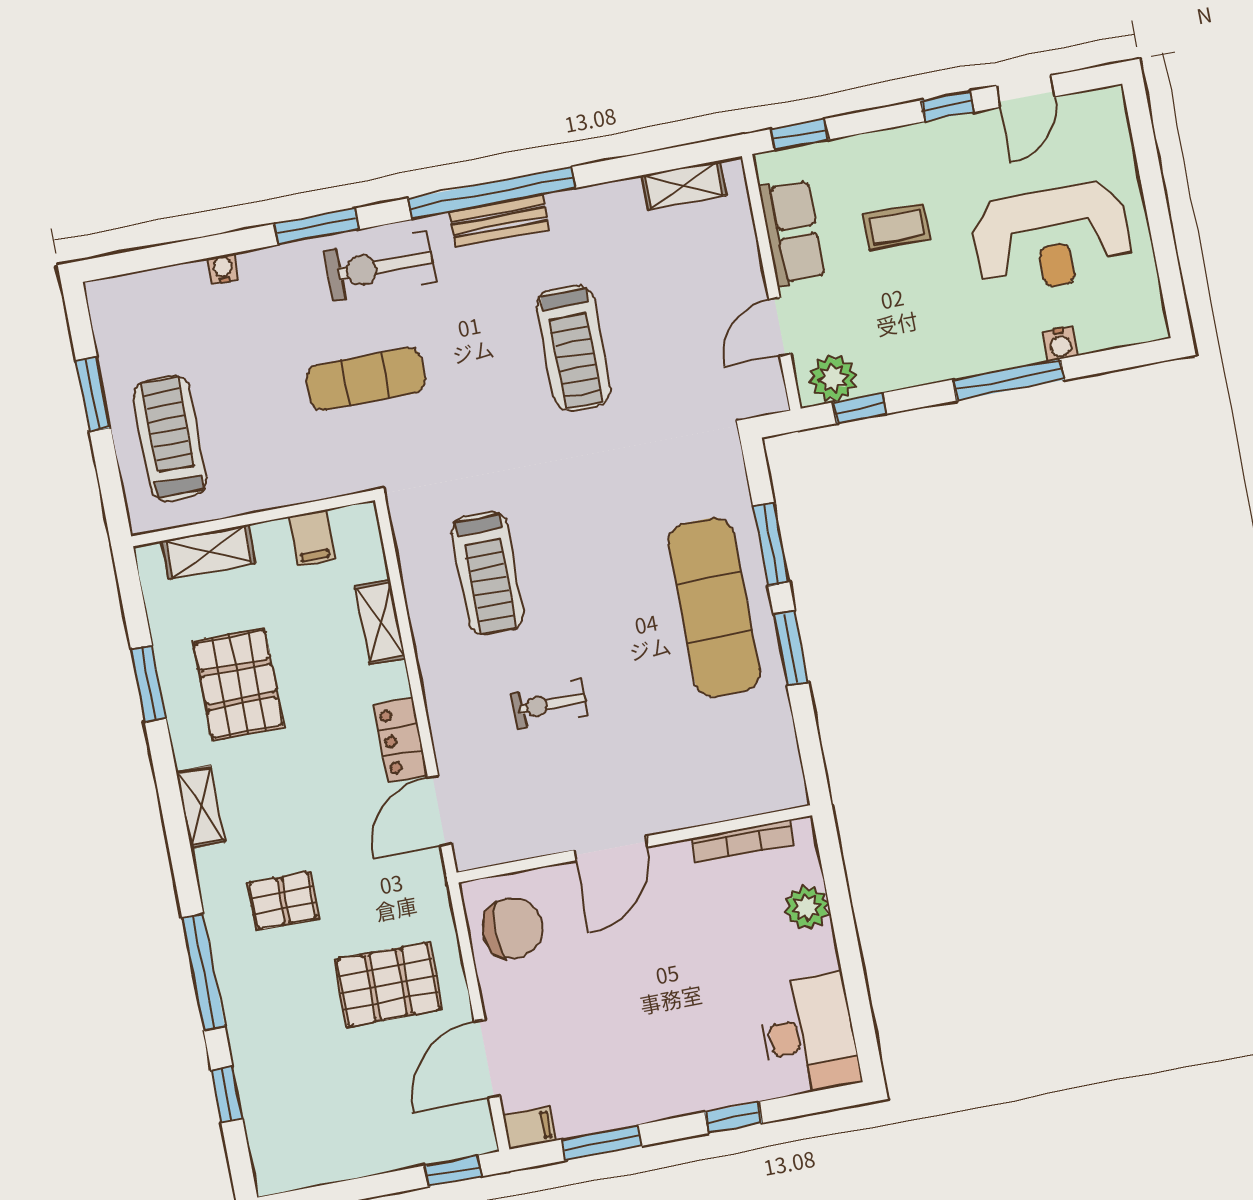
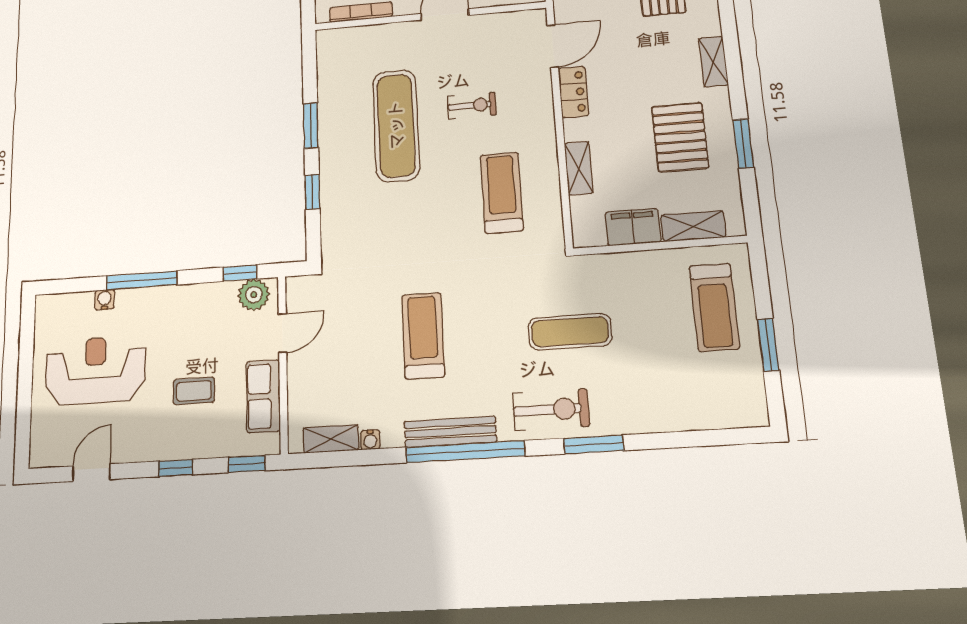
window: (948, 106) -> (176, 468), moved
bench: (499, 221) -> (450, 432), width x1.36
water cooler: (223, 269) -> (370, 440), moved
filing cabinet: (312, 538) -> (633, 227), width x2.00
window: (771, 544) -> (312, 192), width x0.67
exercise mat: (714, 607) -> (396, 125), moved

